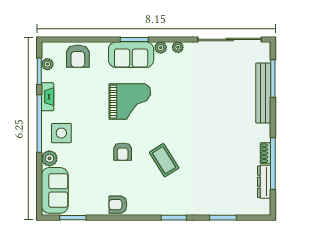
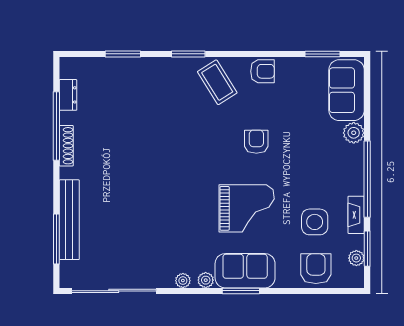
grand piano: (130, 102) -> (247, 208), turned 180
side table: (61, 133) -> (315, 222), moved
shoe rack: (266, 153) -> (66, 146), width x1.43
coffee table: (164, 160) -> (217, 82), moved
dresser: (264, 182) -> (68, 95), width x0.70

